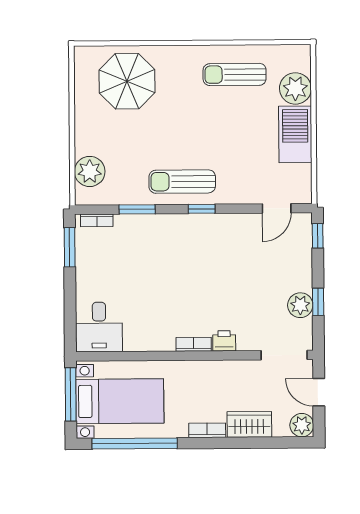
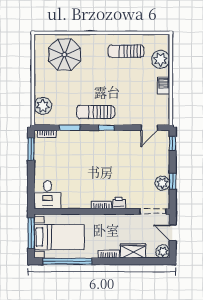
barbecue: (295, 134) -> (163, 86), width x0.53, depth x0.65

